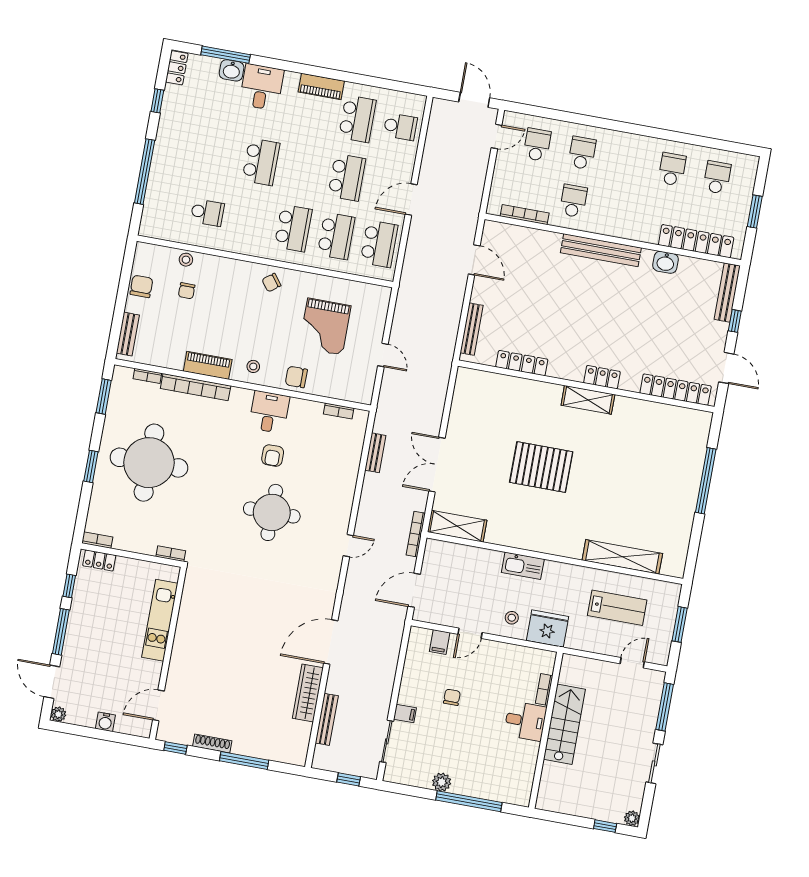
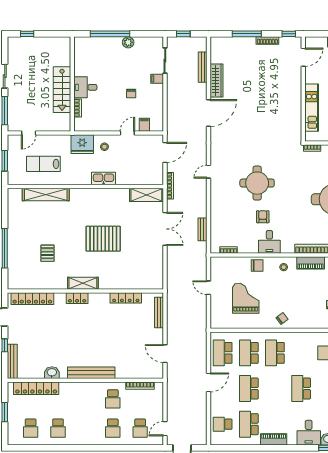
pallet: (637, 460) -> (47, 253), added
plant: (632, 818) -> (12, 41), removed

